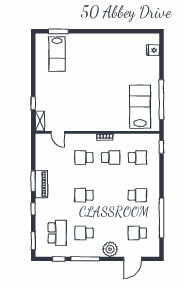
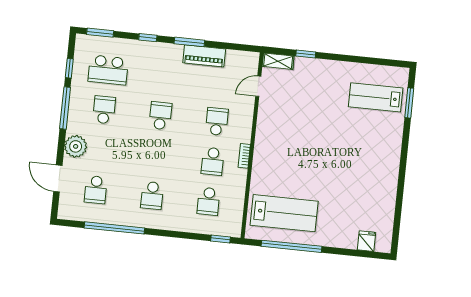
piano: (41, 184) -> (204, 56), moved
school desk: (137, 233) -> (96, 190), turned 180

